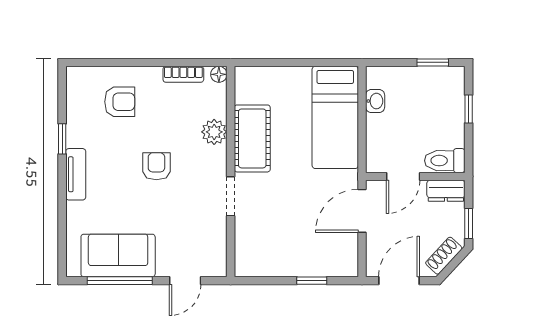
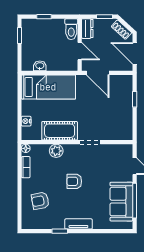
nightstand: (270, 75) -> (26, 121), added
armchair: (120, 102) -> (40, 201), turned -101

